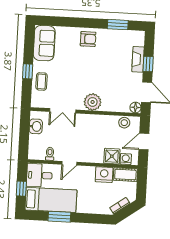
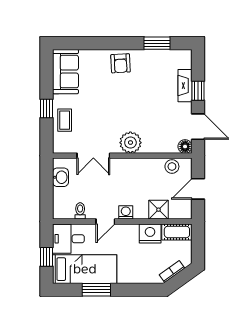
armchair: (88, 39) -> (121, 63), turned 87
washing machine: (126, 159) -> (126, 212), moved

